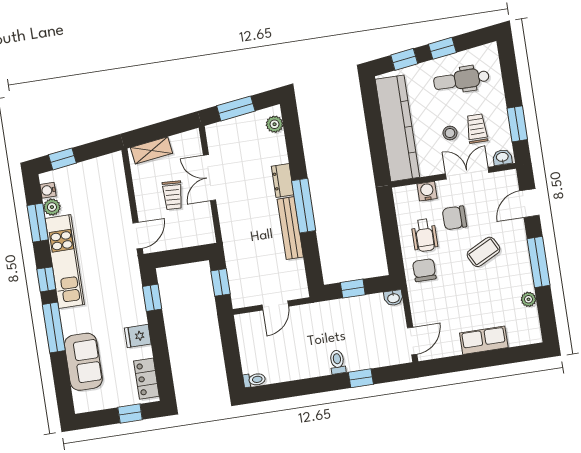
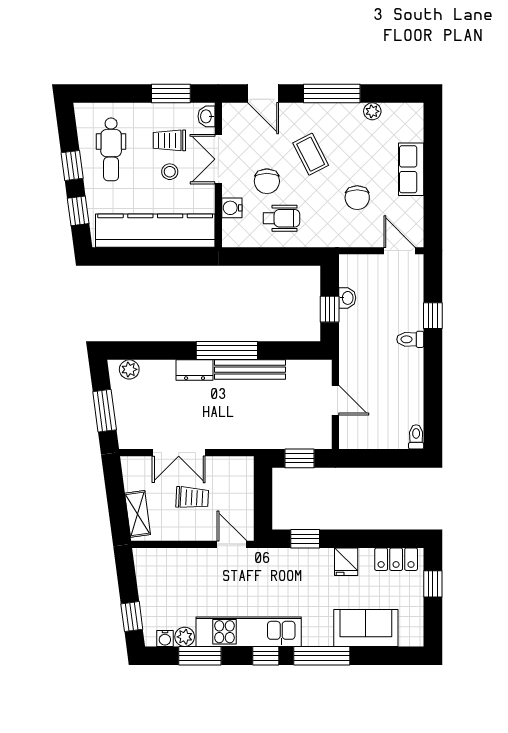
chair: (424, 270) -> (357, 198), moved, turned -90
washbasin: (393, 298) -> (347, 298), moved

